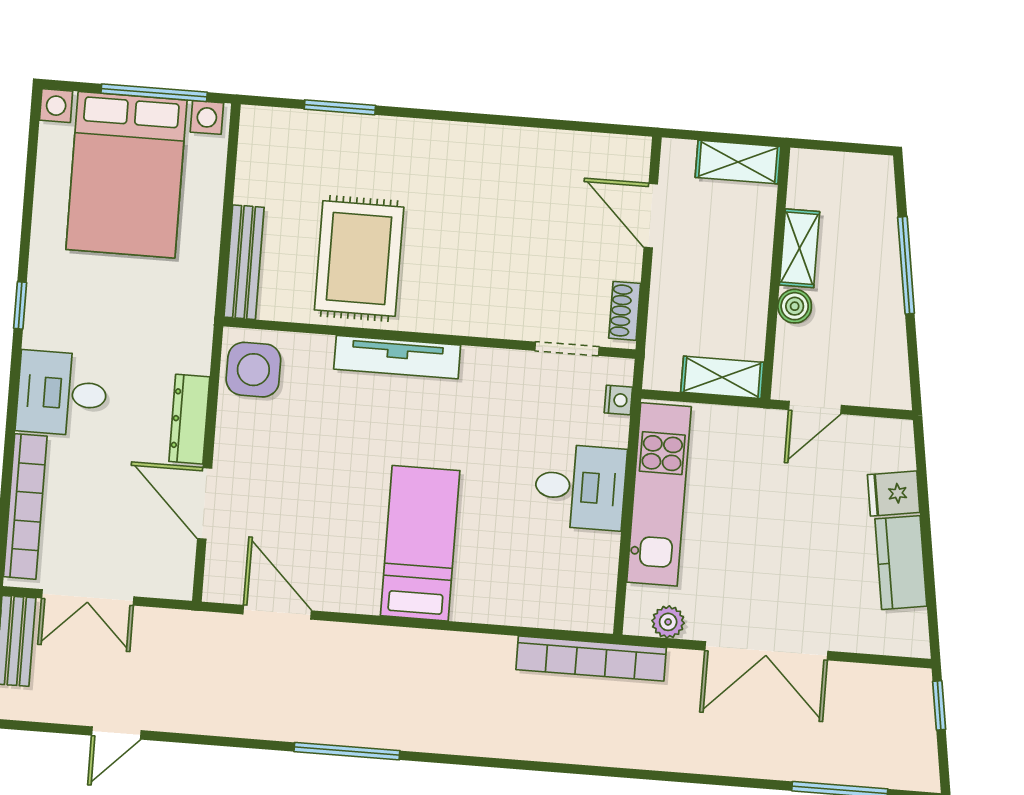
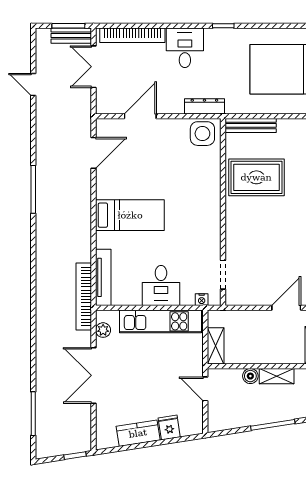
shoe rack: (625, 311) -> (242, 299), removed
tv unit: (397, 357) -> (103, 277), moved, turned 180
dresser: (189, 419) -> (204, 106), moved

